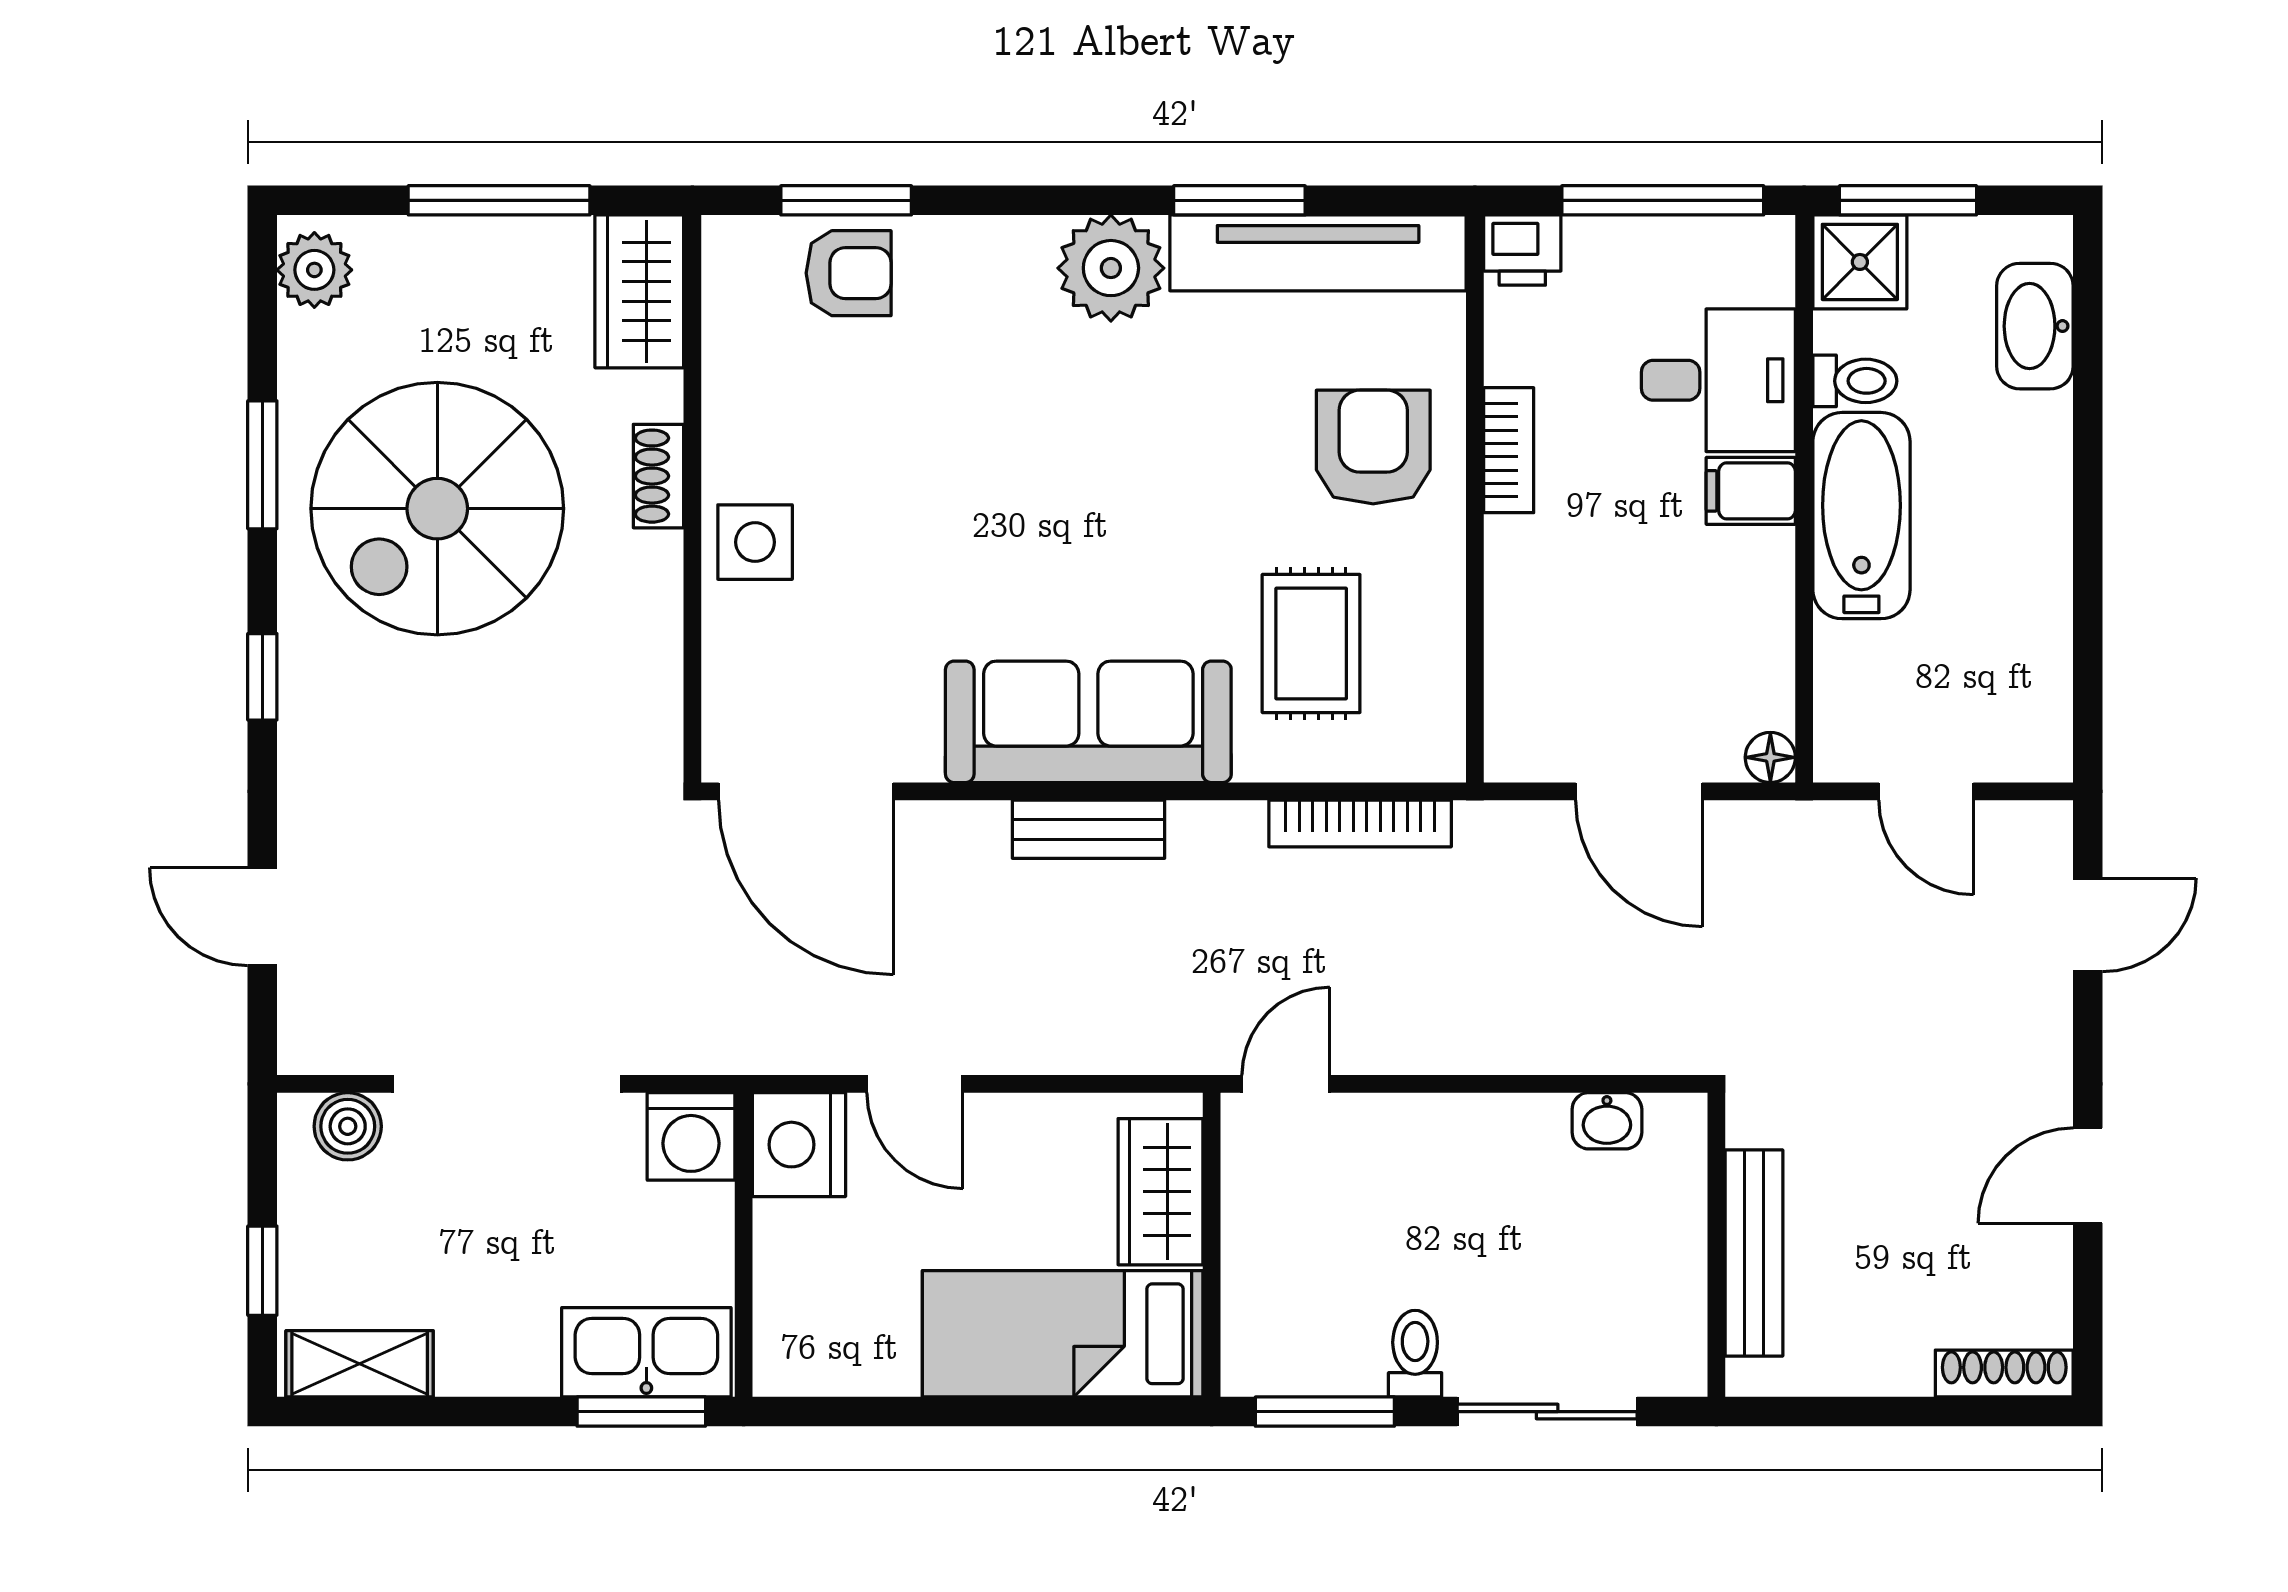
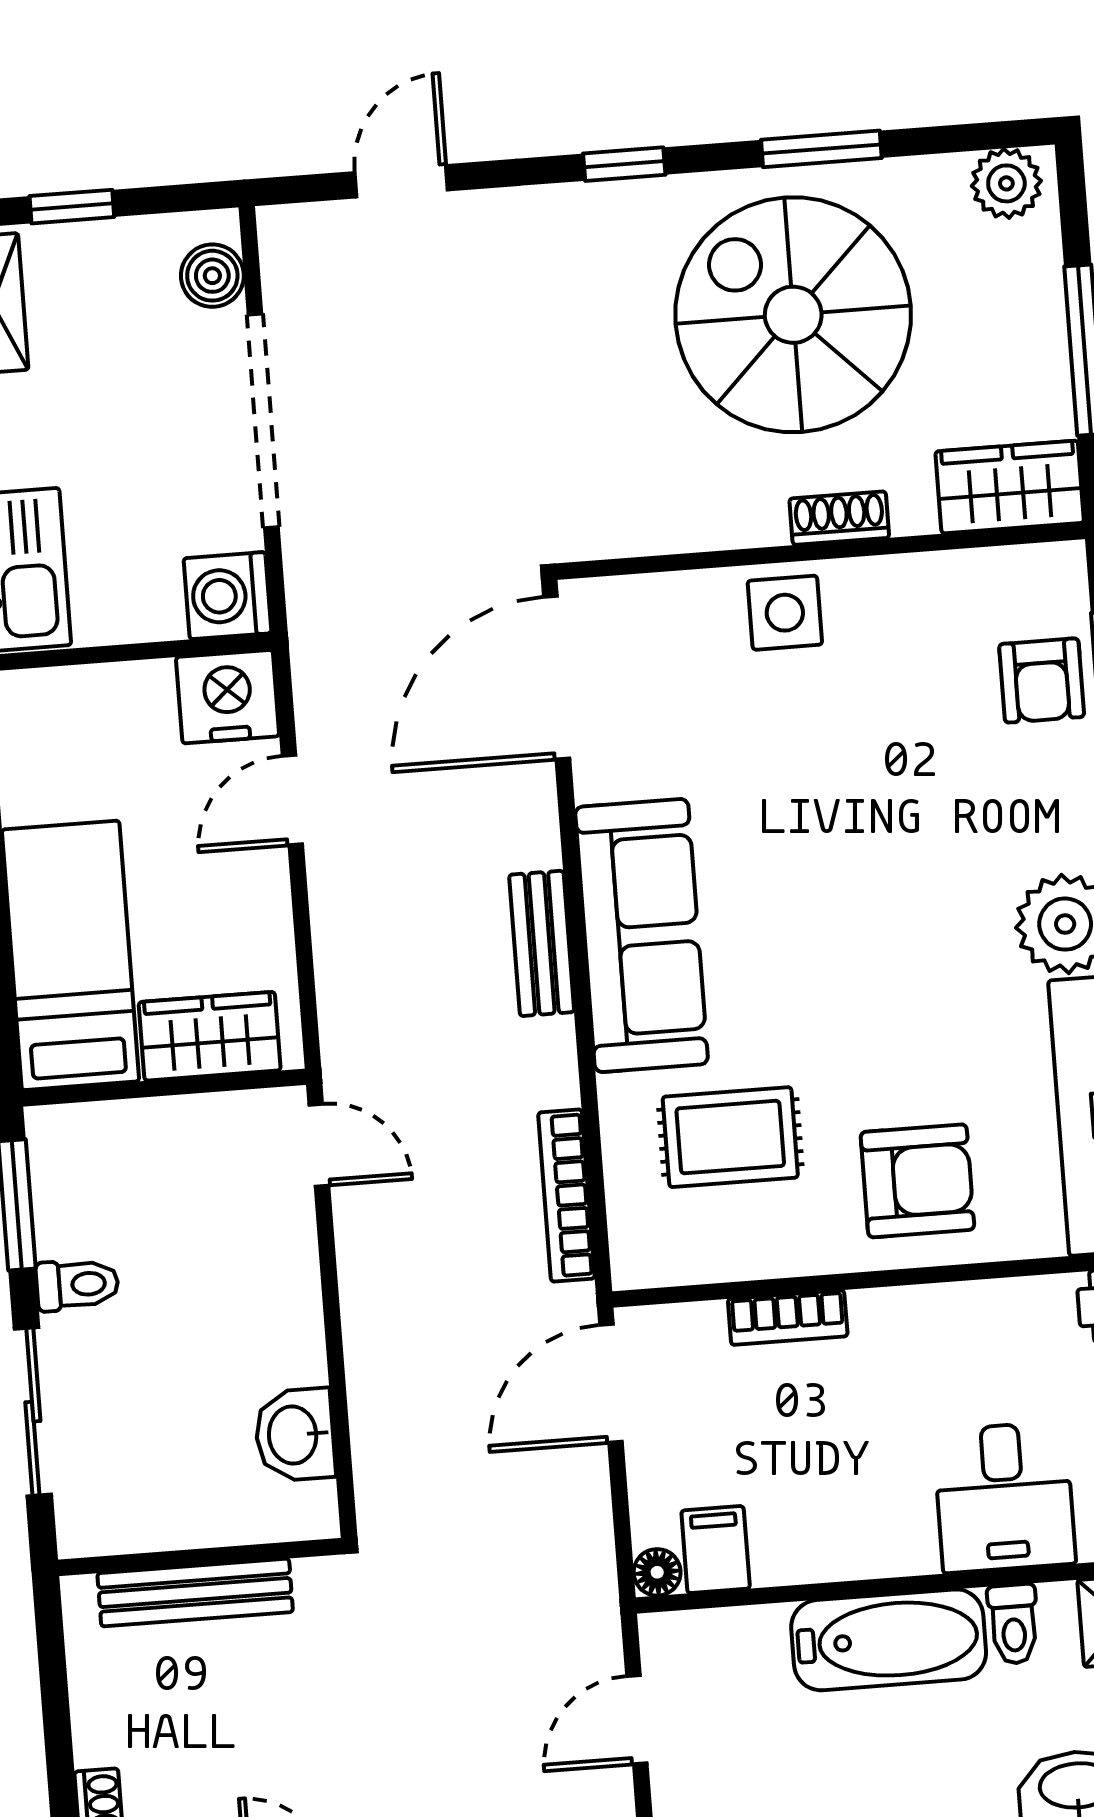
bookcase: (1509, 450) -> (788, 1318), moved
filing cabinet: (1751, 491) -> (716, 1550), moved
door: (1639, 791) -> (611, 1383), moved
washbasin: (1607, 1121) -> (295, 1435), width x1.38, depth x1.45

